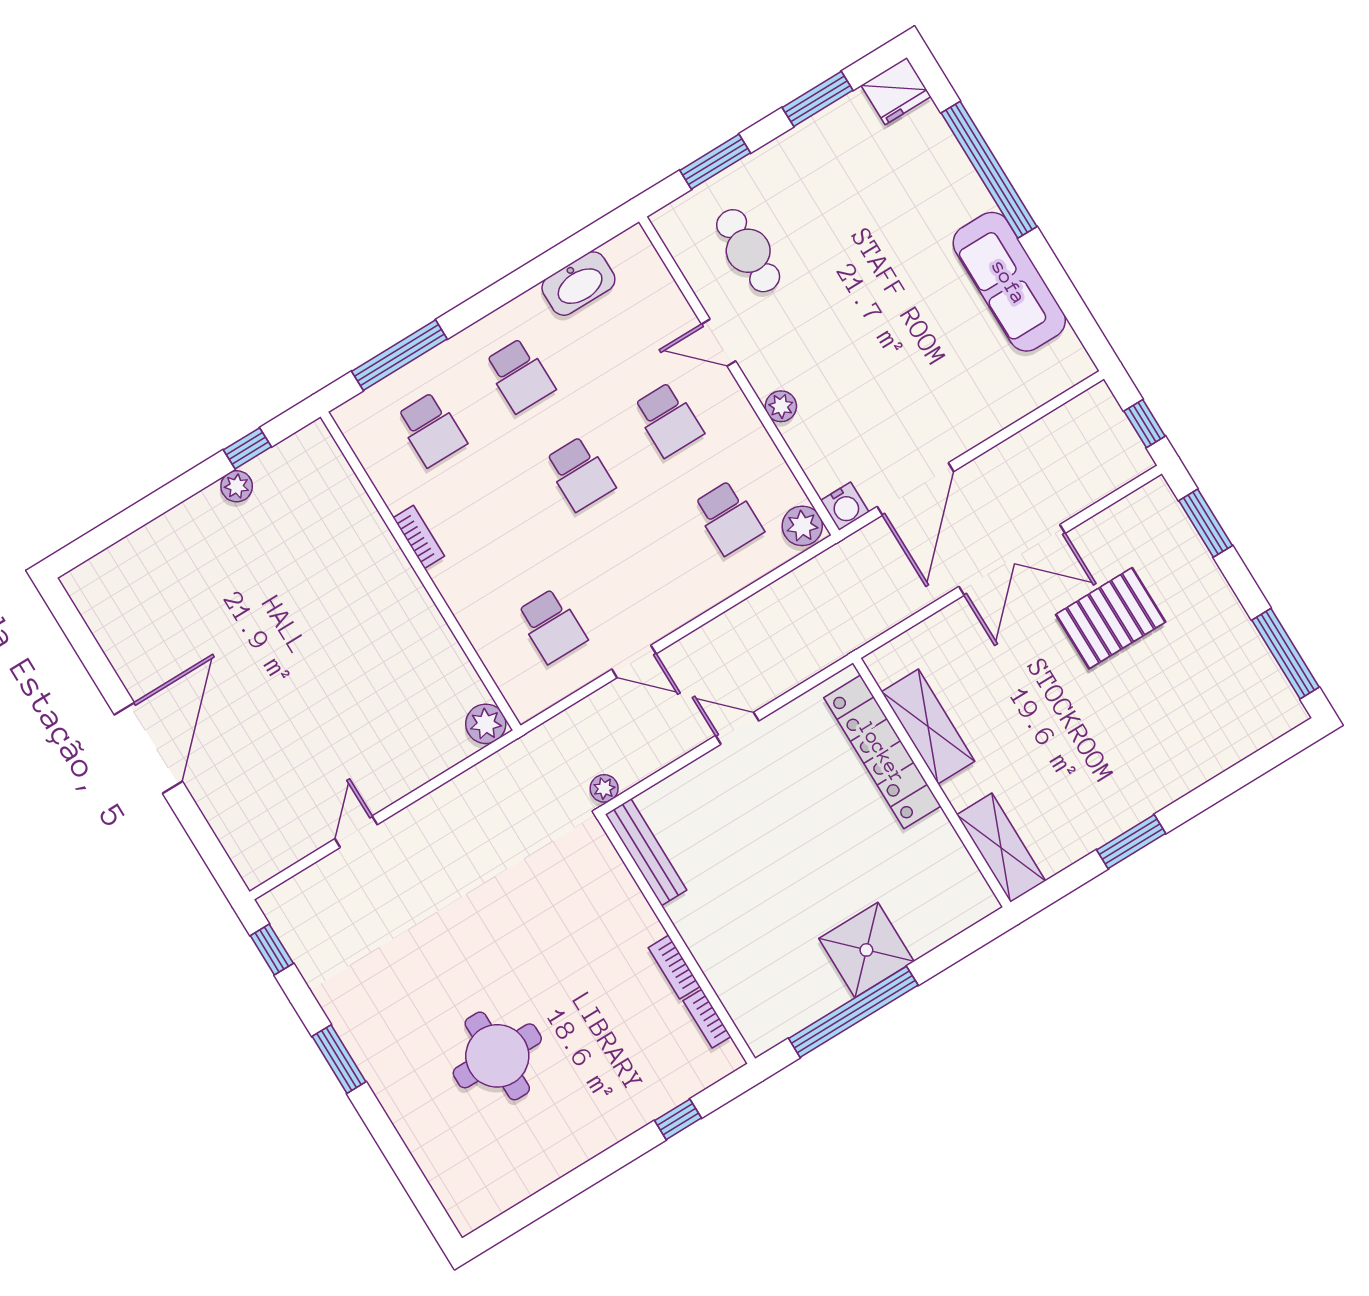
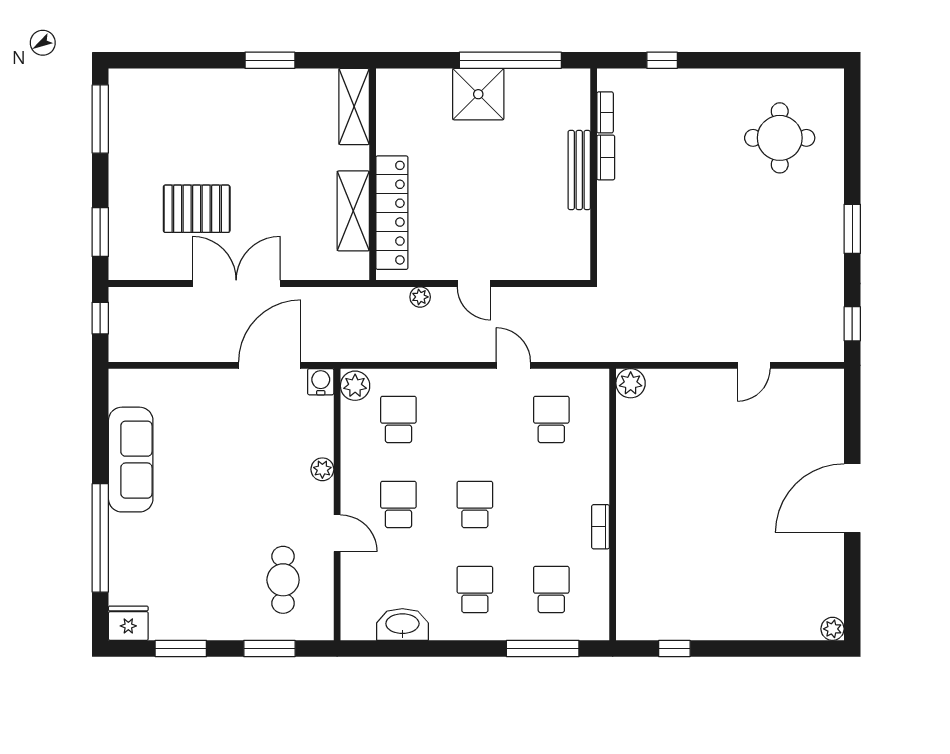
plant: (237, 486) -> (833, 629), moved
plant: (604, 788) -> (420, 297), moved
bench: (646, 852) -> (579, 170), moved
round table: (497, 1056) -> (780, 138), moved

